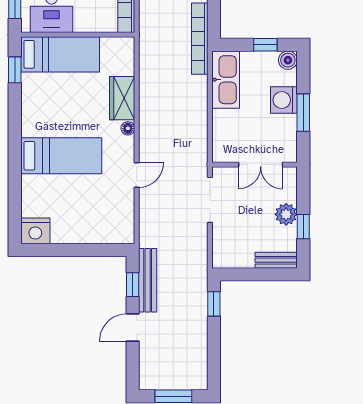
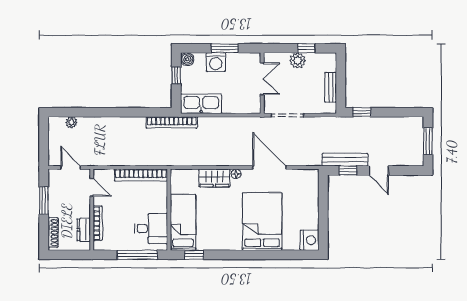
bed: (61, 156) -> (262, 222), width x1.50
door: (137, 175) -> (269, 168), width x1.88
bench: (276, 260) -> (331, 87), moved

